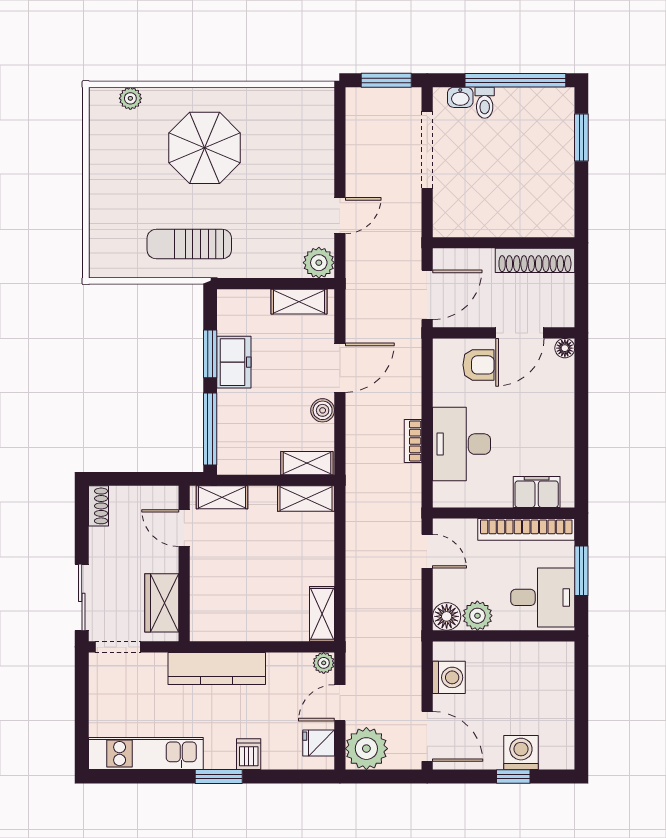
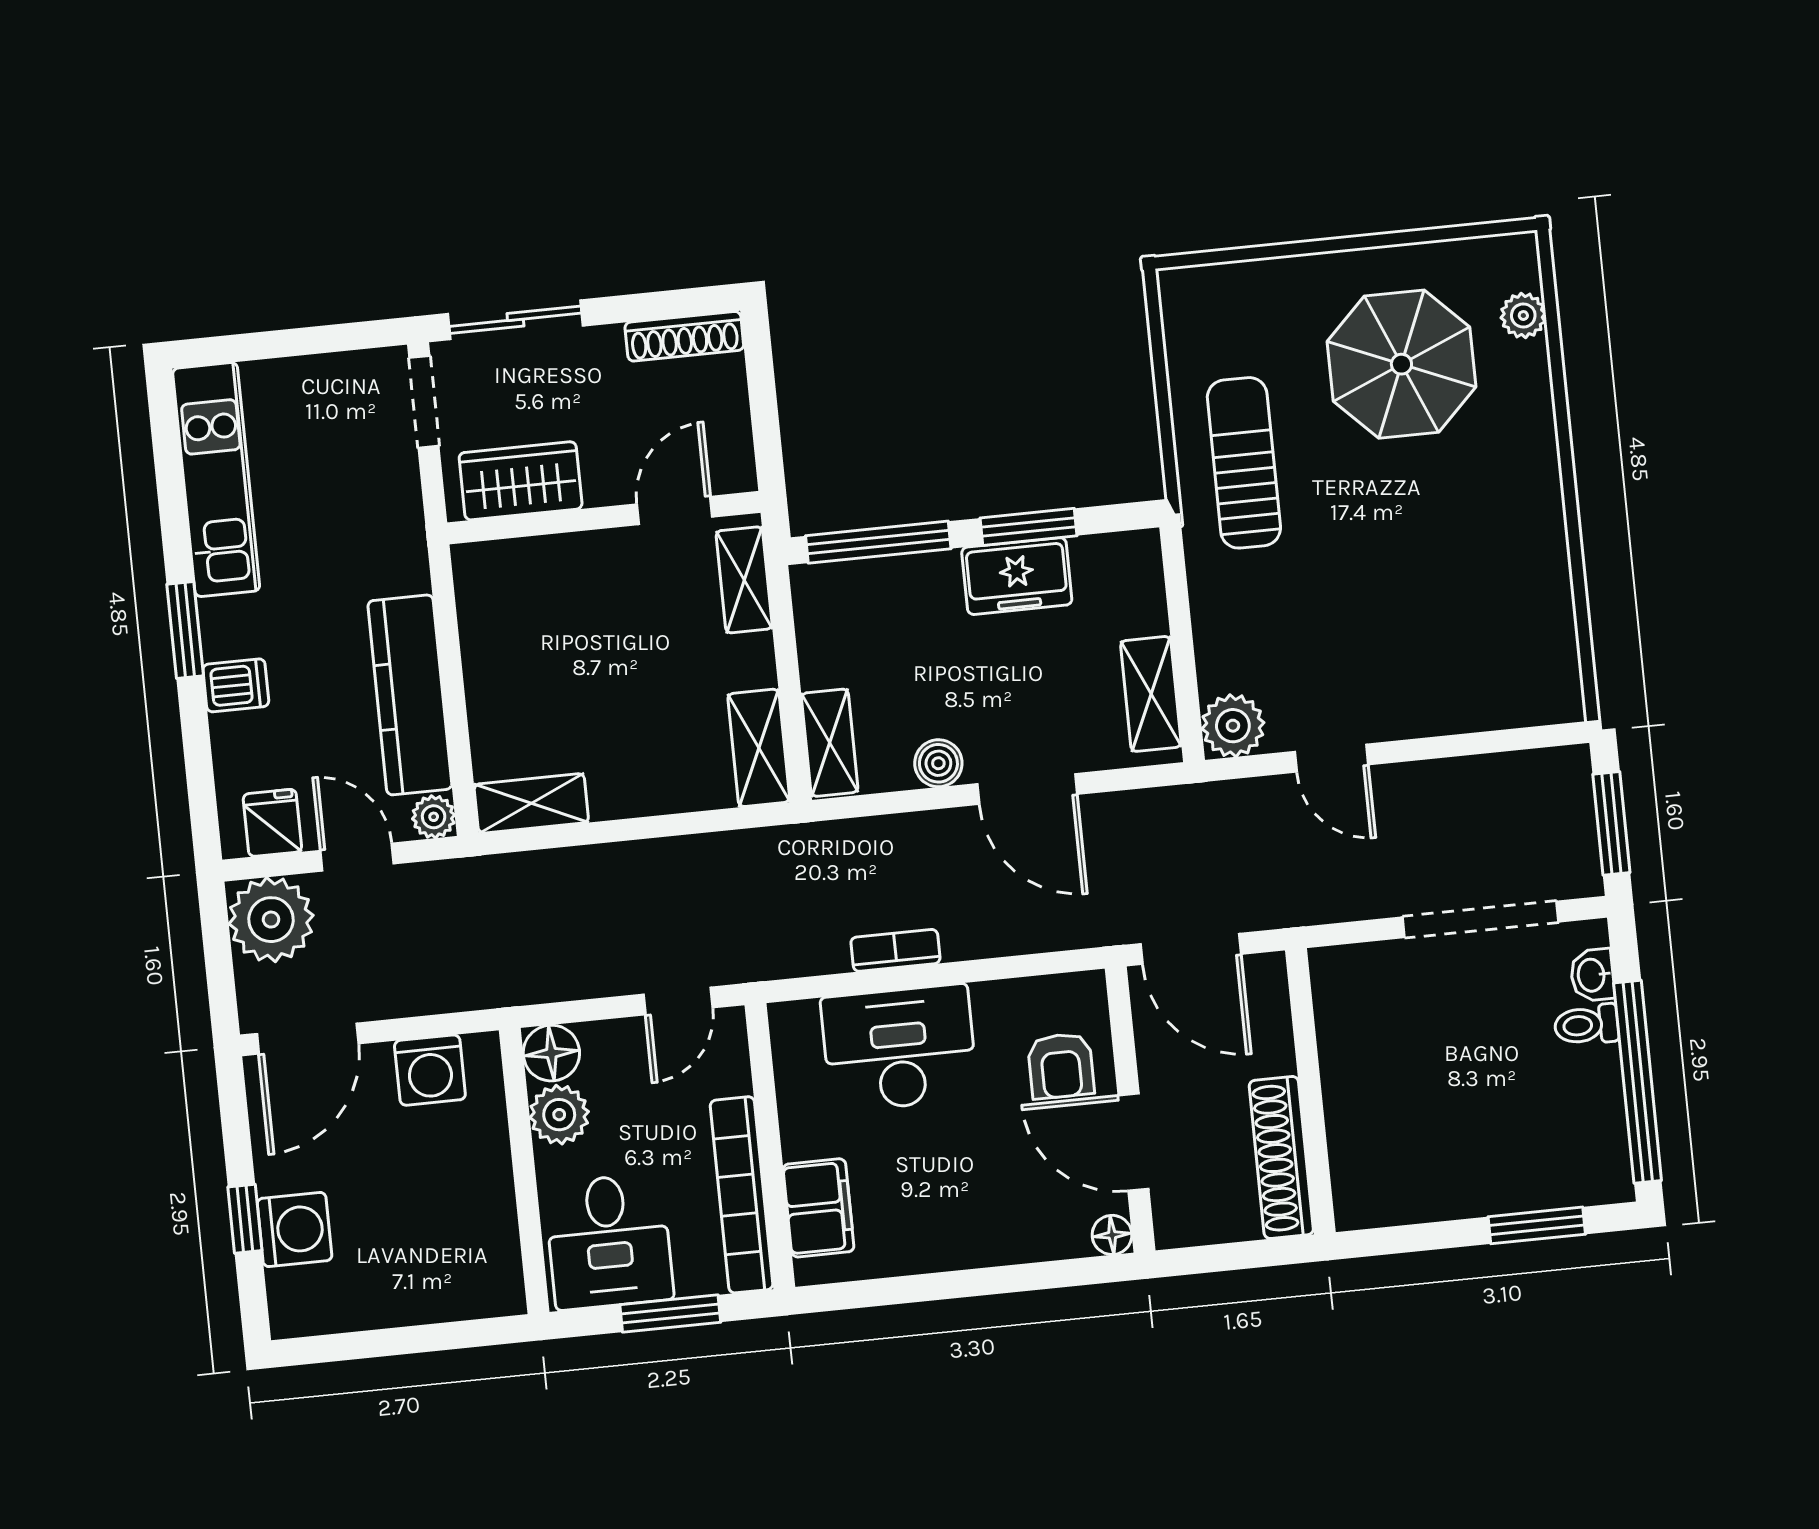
parasol: (205, 148) -> (1401, 364), moved
shoe rack: (98, 506) -> (684, 336), width x1.43
kitchen counter: (217, 668) -> (410, 695), moved

